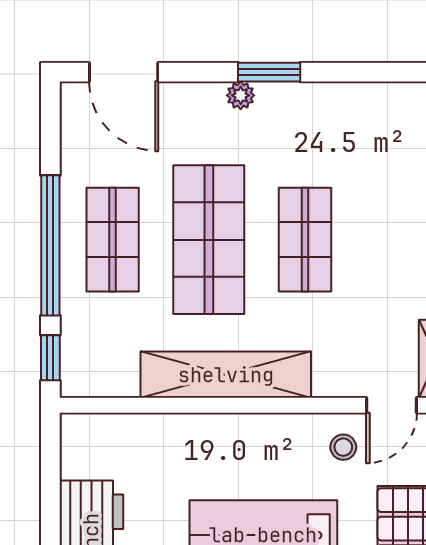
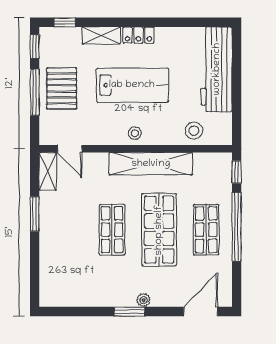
door: (124, 72) -> (201, 312), hinge flipped
door: (392, 405) -> (70, 149), swing flipped
stool: (138, 442) -> (194, 131), added
stool: (343, 447) -> (135, 133), moved

